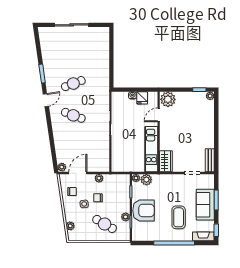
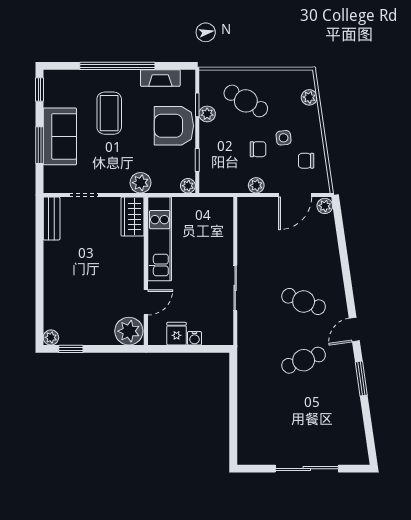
plant: (146, 180) -> (141, 183), moved
fireplace: (203, 236) -> (160, 78), moved

